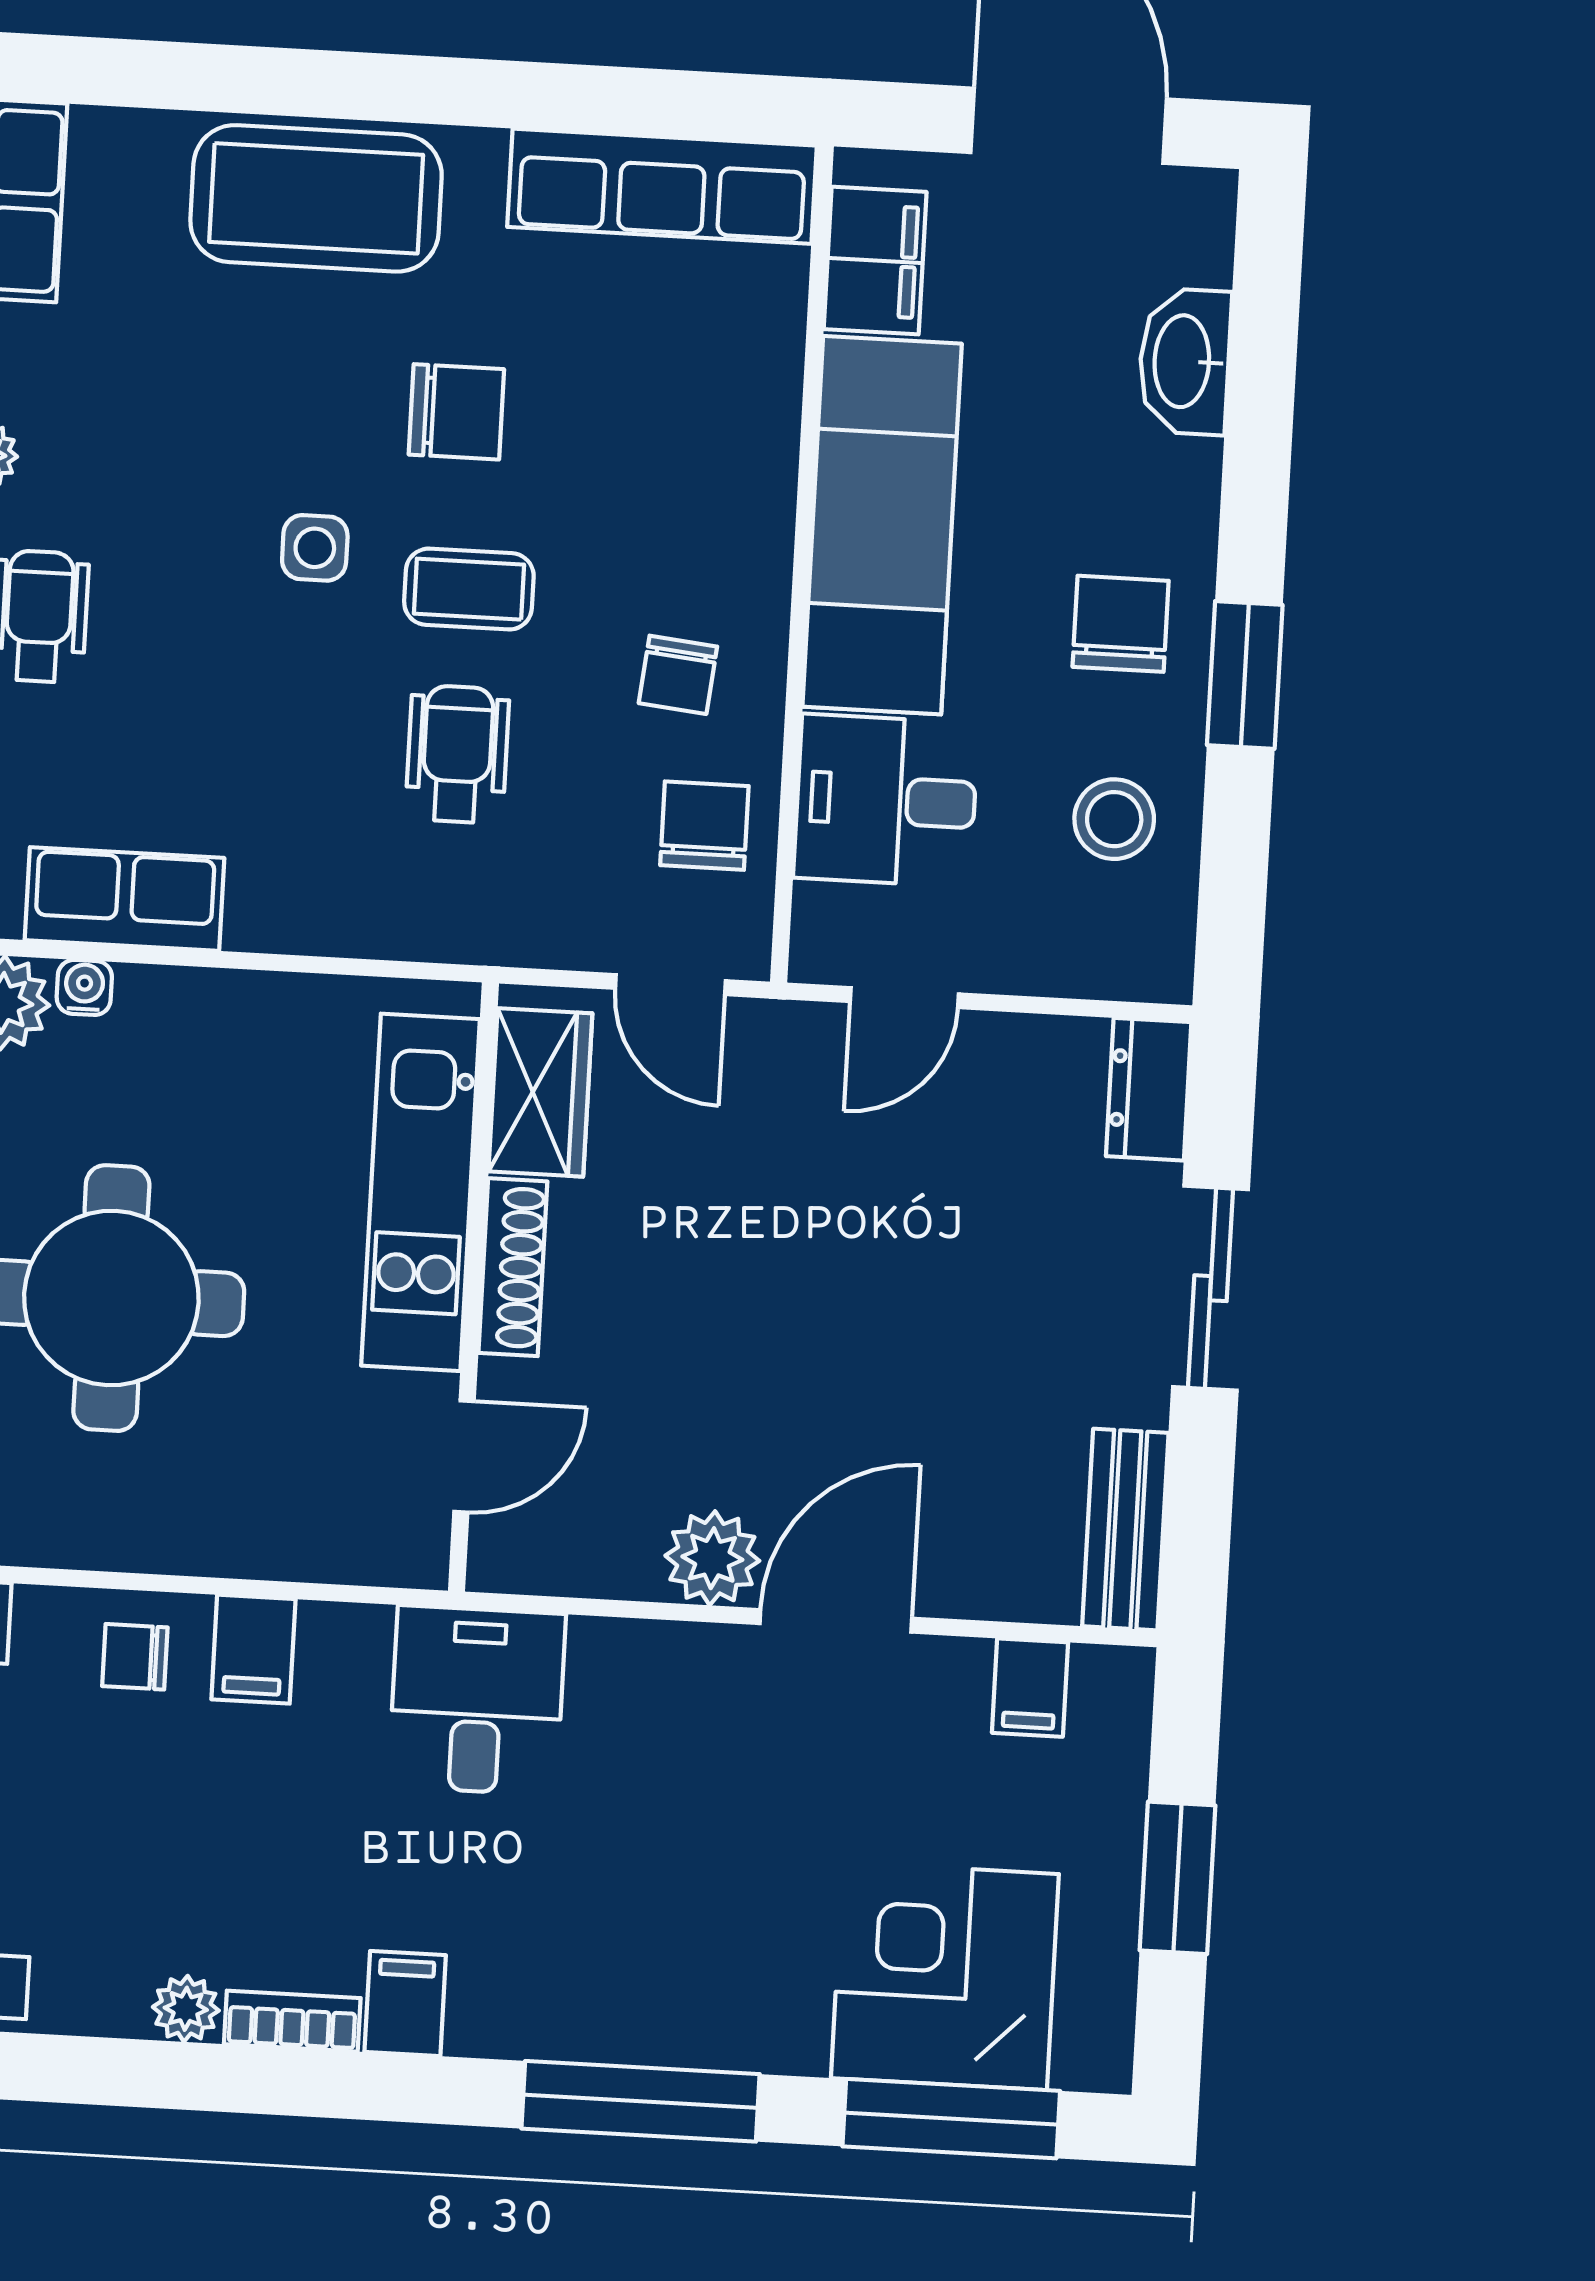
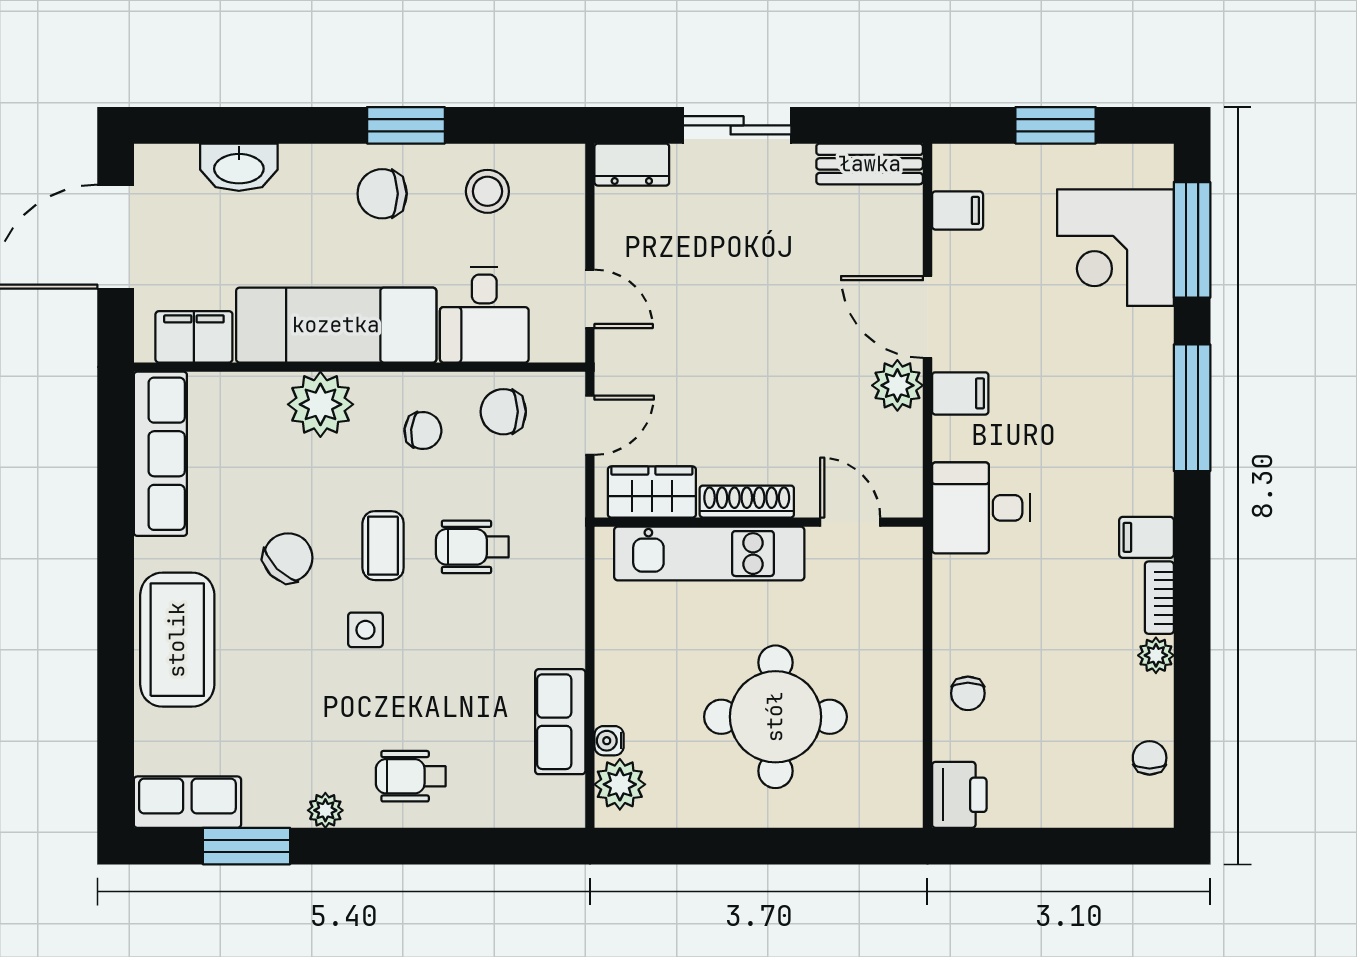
chair: (456, 412) -> (288, 558), turned 45
plant: (737, 488) -> (320, 404), added
filing cabinet: (253, 1649) -> (960, 393), moved

